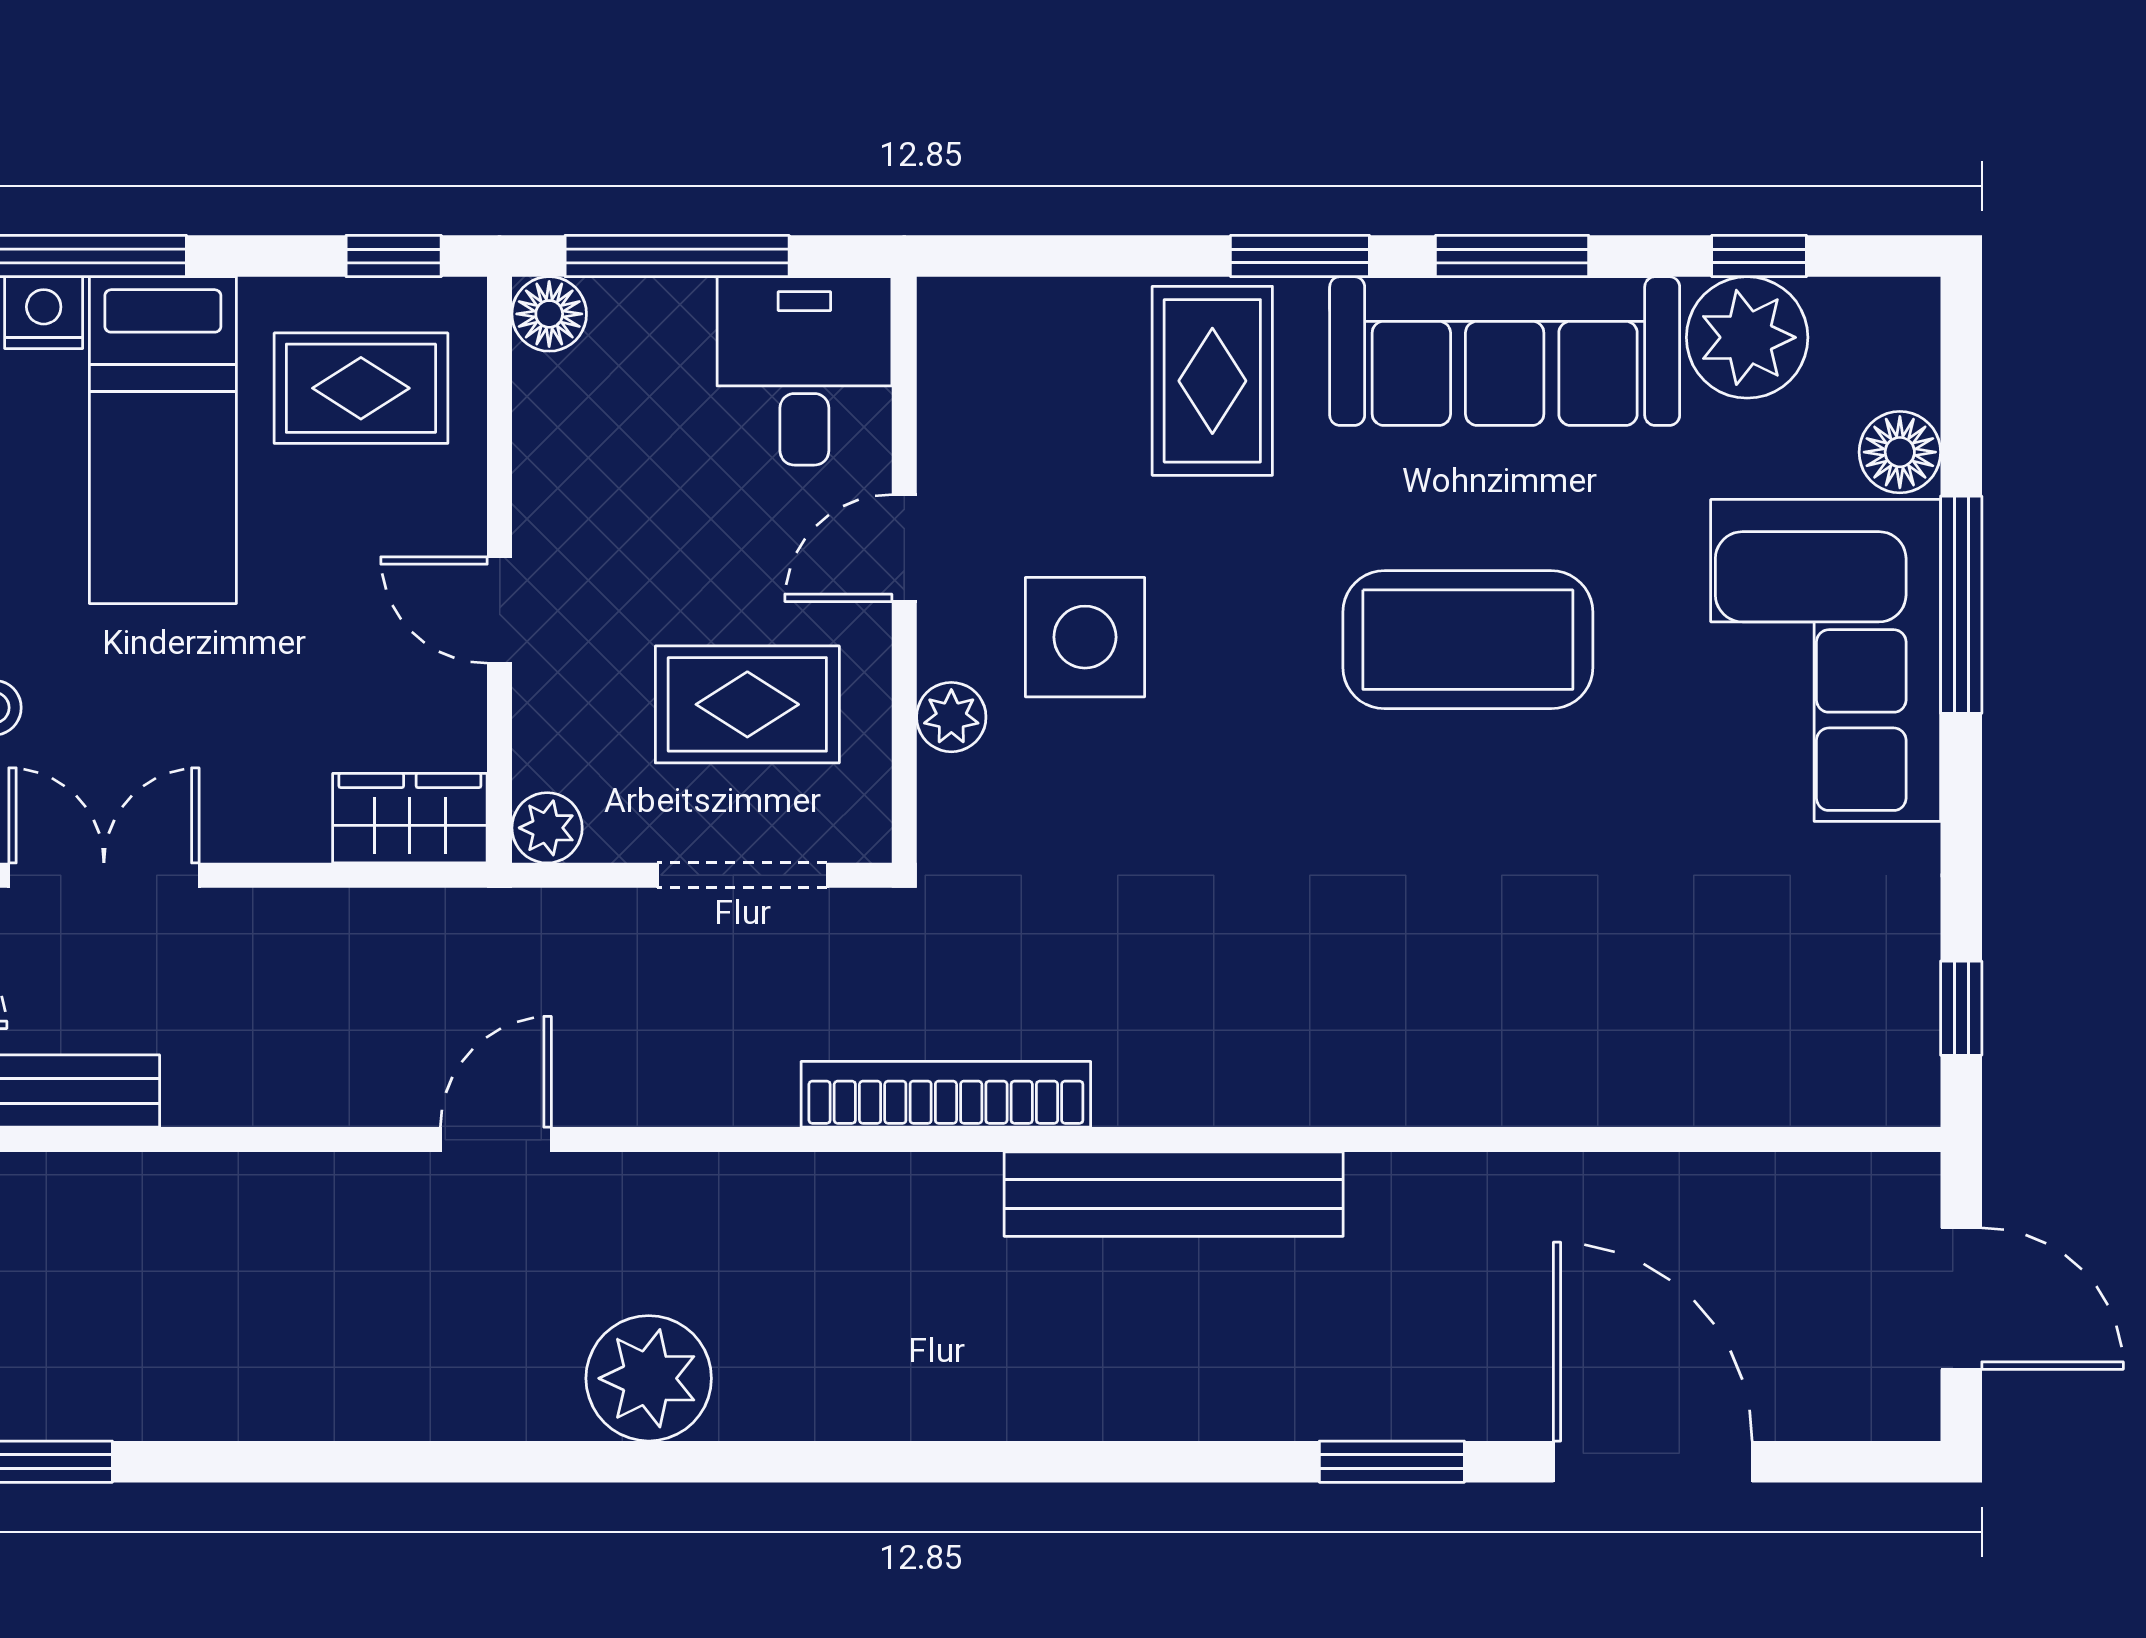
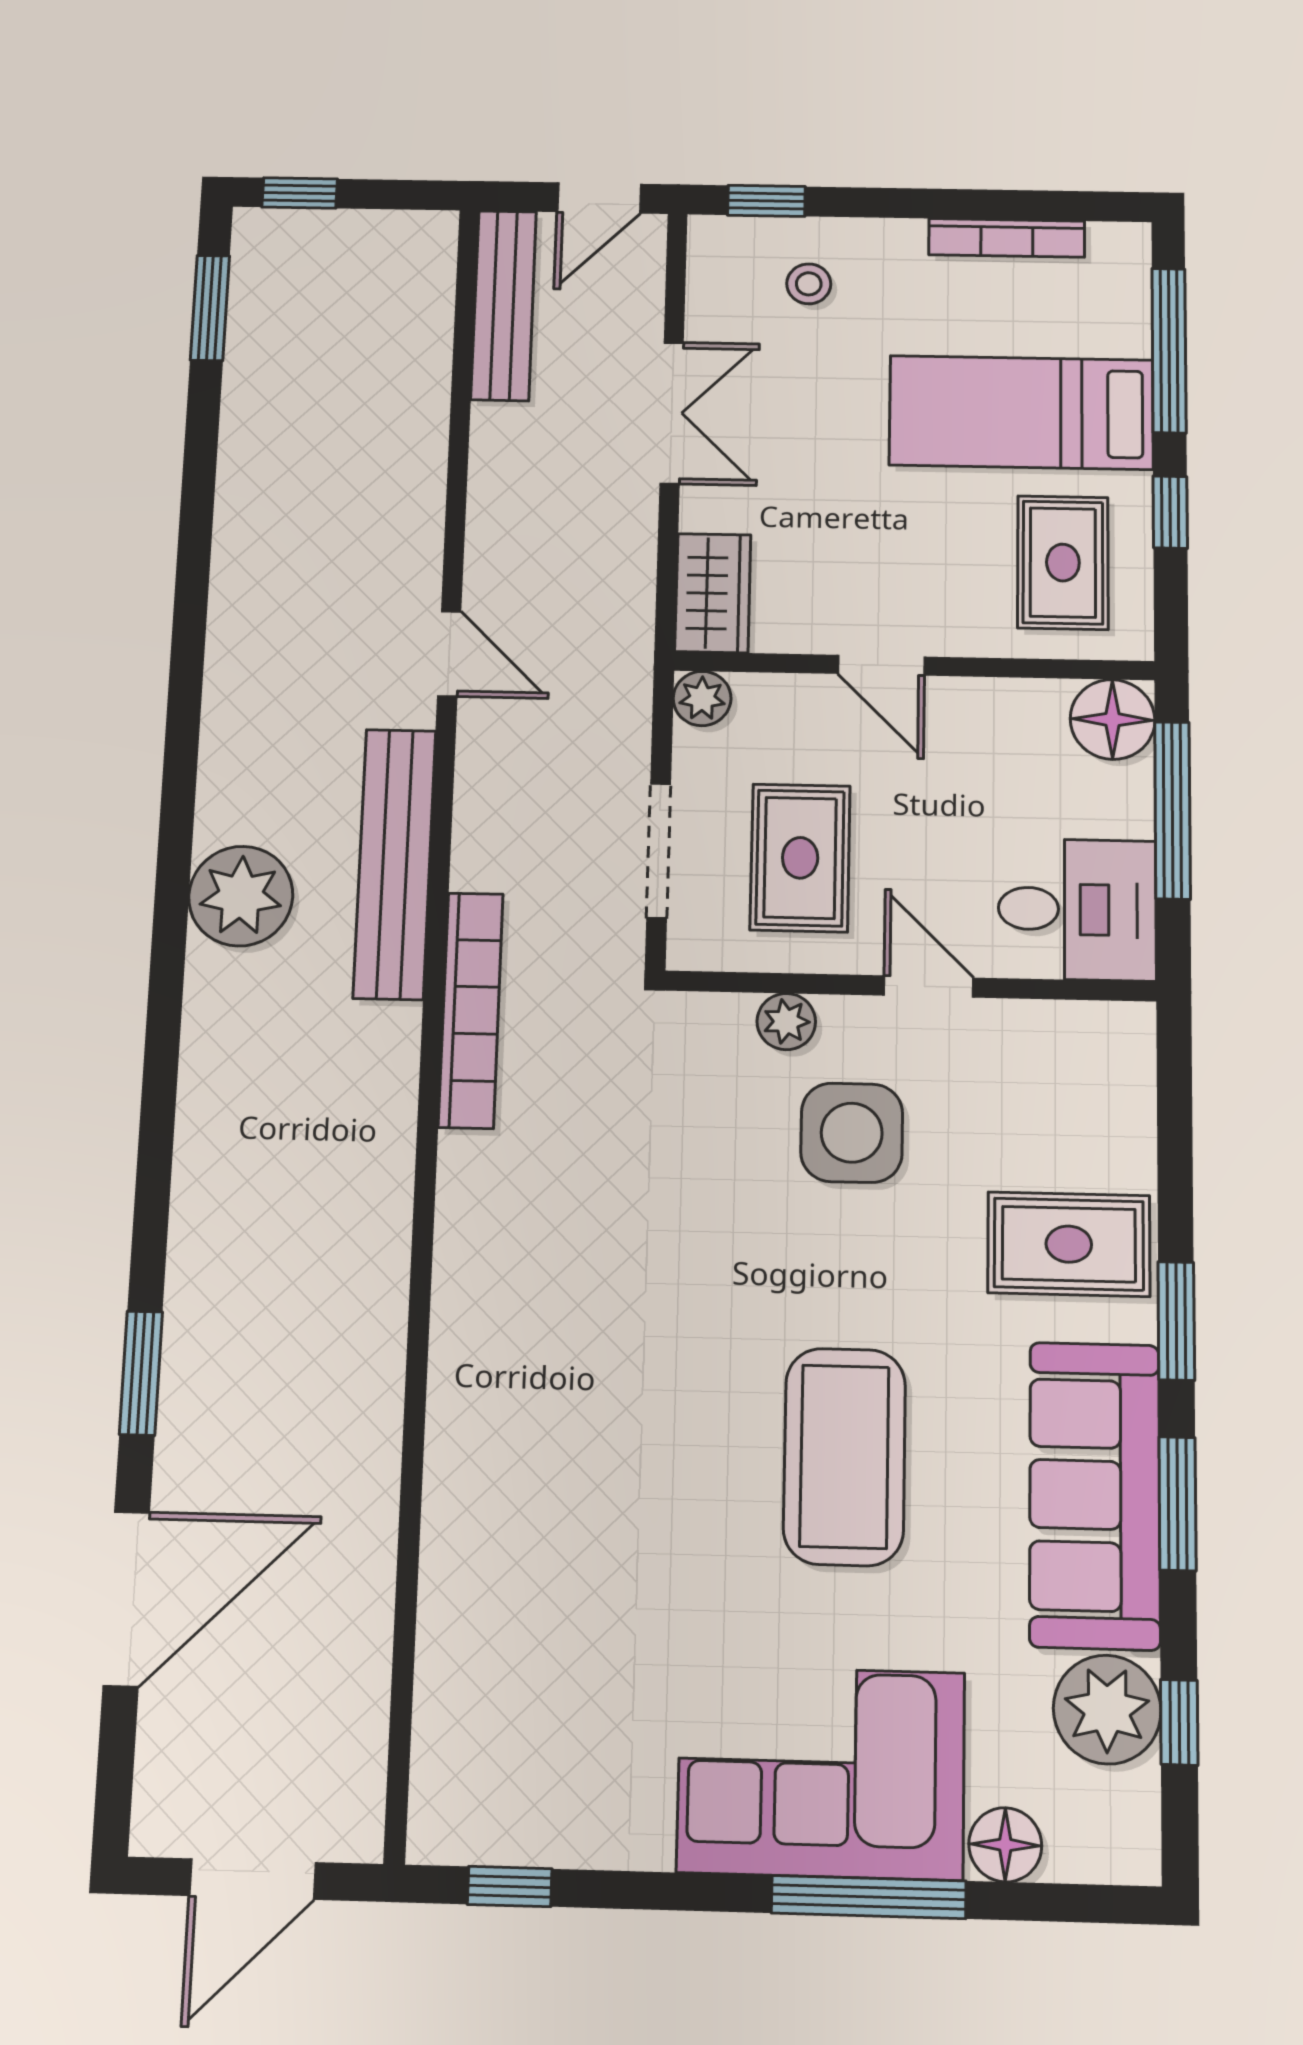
window: (394, 256) -> (1170, 512), moved
nightstand: (44, 313) -> (1124, 326), removed
floor lamp: (549, 314) -> (1112, 719), width x1.38, depth x1.38
door: (500, 610) -> (881, 665), swing flipped
double door: (104, 875) -> (672, 413), moved
bench: (1174, 1194) -> (395, 864), moved
plant: (649, 1378) -> (241, 896), moved

